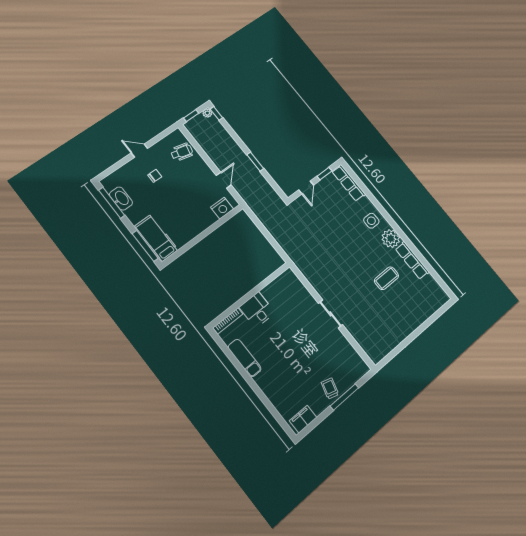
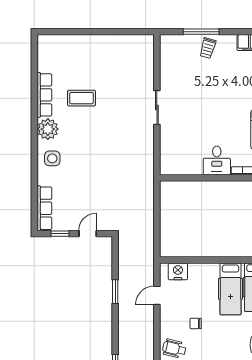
chair: (155, 176) -> (196, 324), moved
hospital bed: (173, 224) -> (231, 289), added

